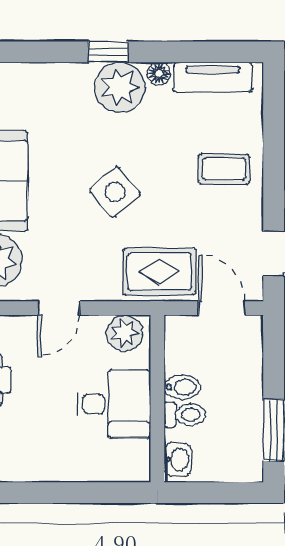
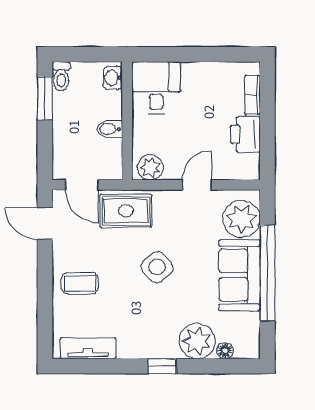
floor lamp: (159, 74) -> (225, 351), moved
plant: (120, 87) -> (197, 341), moved
desk: (114, 404) -> (156, 88), moved, turned 90
toilet: (185, 415) -> (61, 76), moved, turned -90

